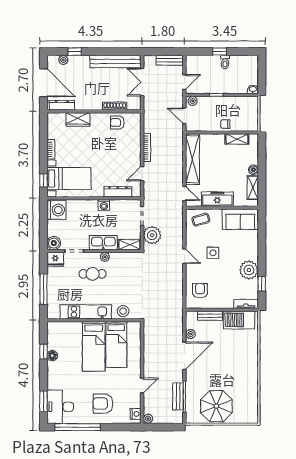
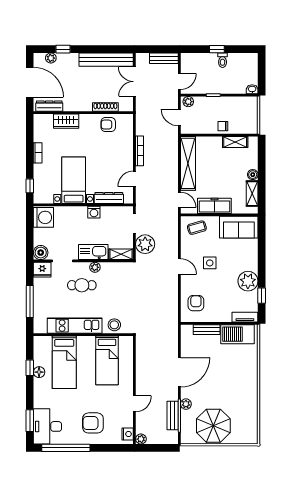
bed with nightstands: (69, 178) -> (74, 180), moved, turned -90
plant: (191, 334) -> (186, 404), moved
bed: (94, 346) -> (64, 362), moved

